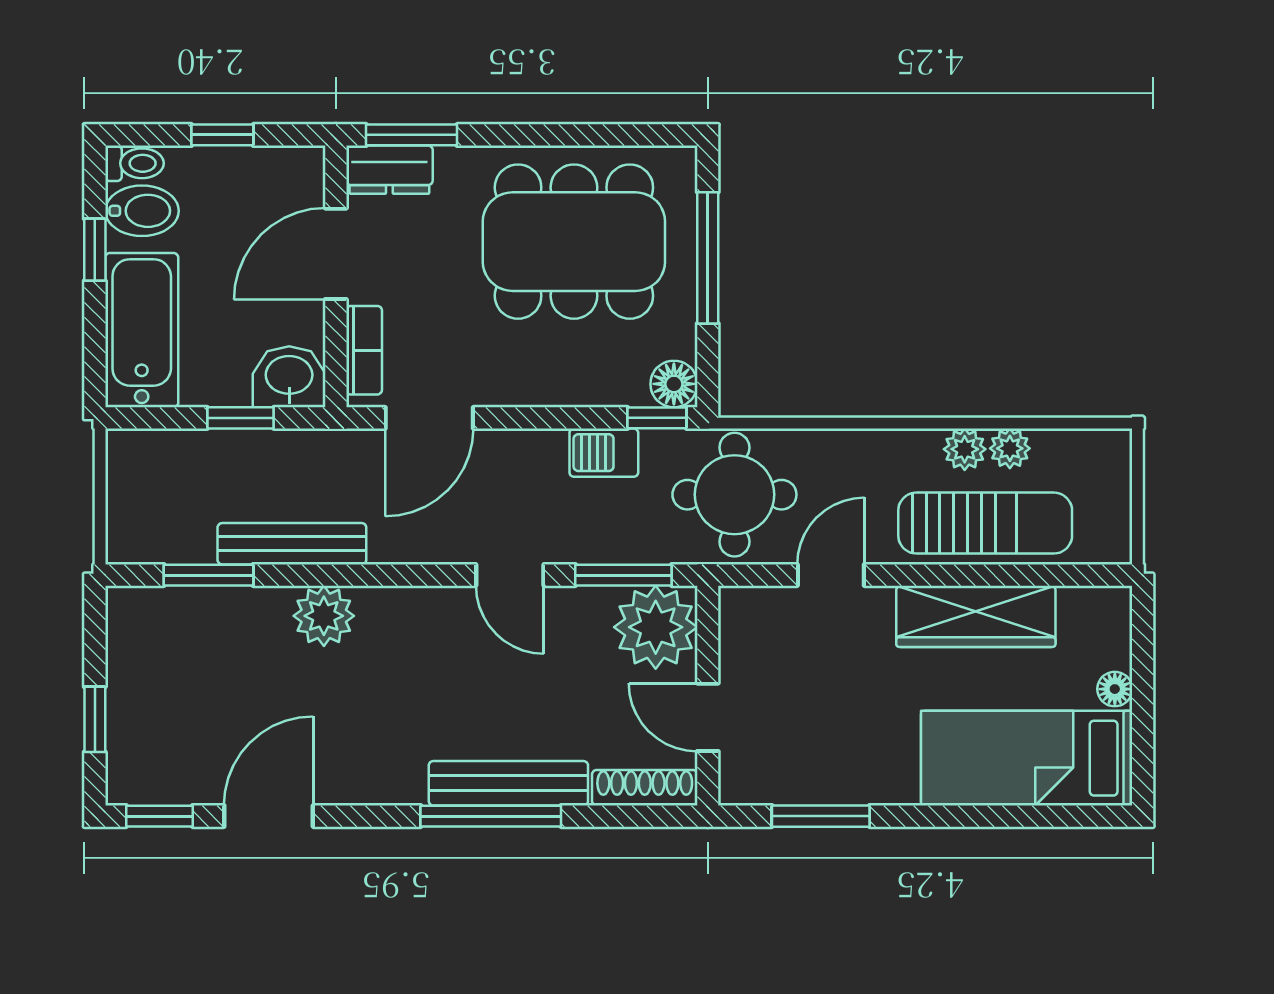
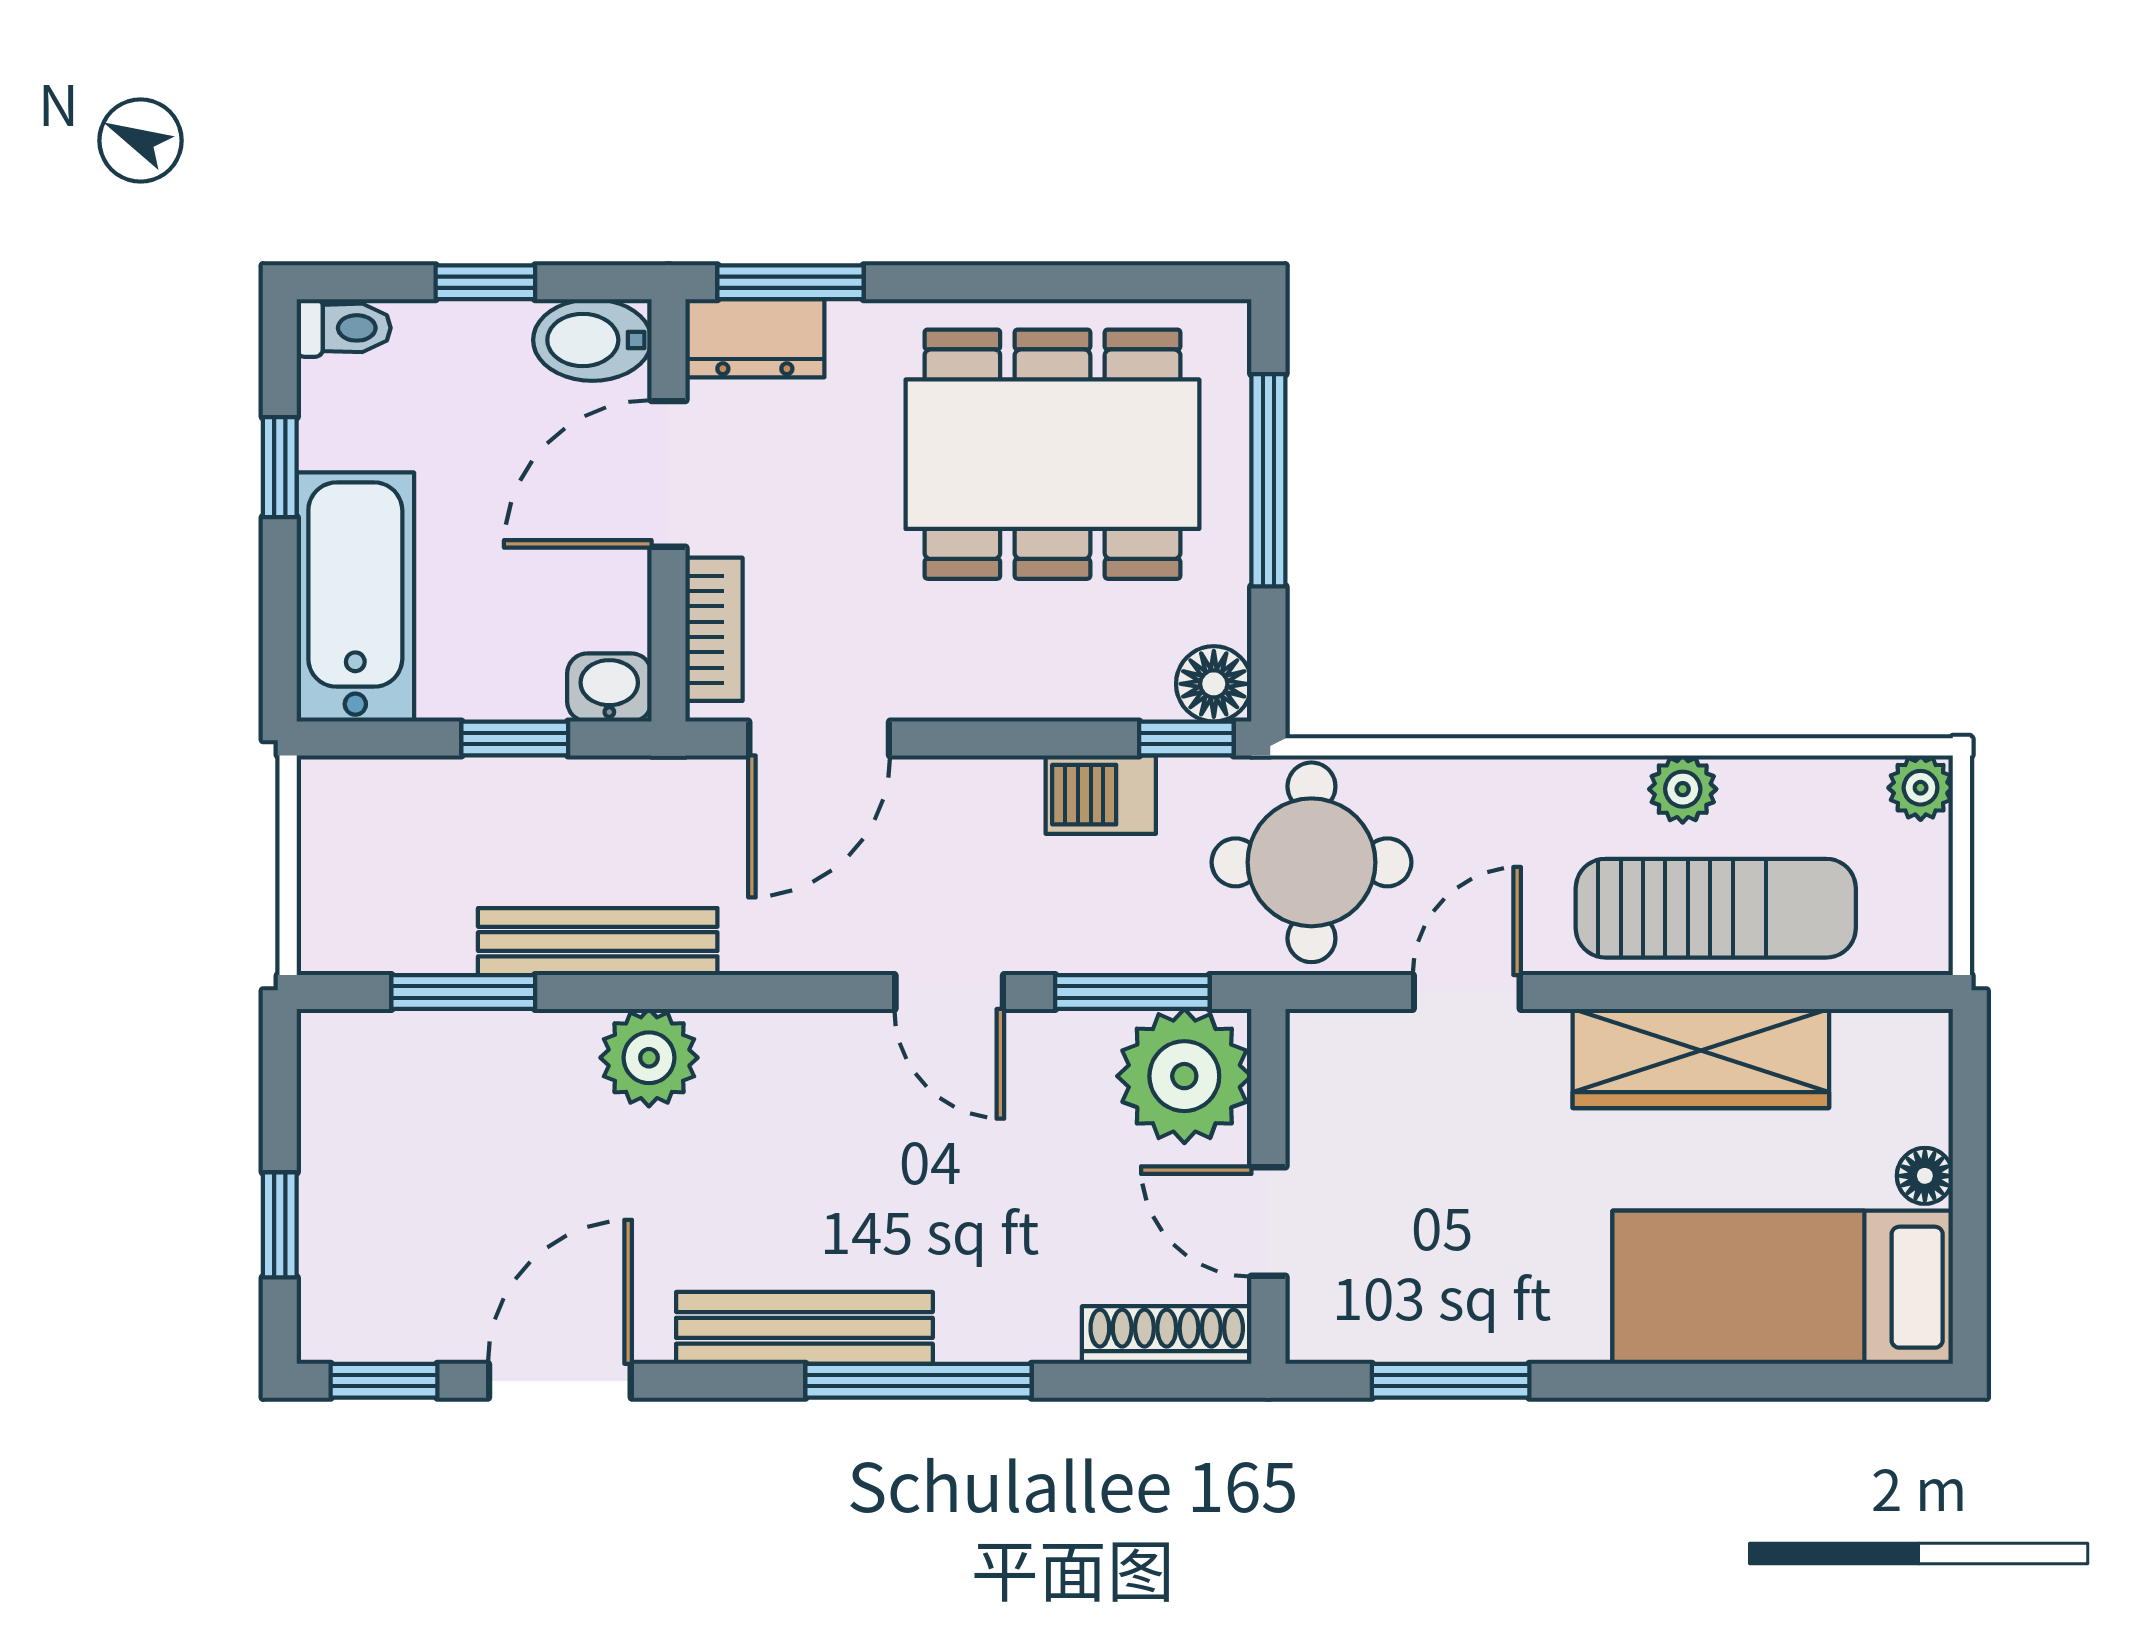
bidet: (142, 211) -> (592, 340), moved, turned 180
washbasin: (289, 377) -> (609, 687), width x0.72, depth x0.69
plant: (1010, 448) -> (1921, 788), moved
bench: (508, 783) -> (804, 1328), moved

